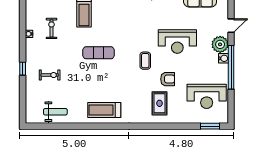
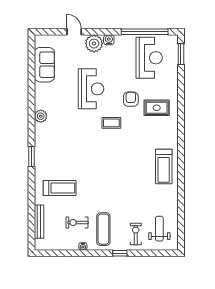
exercise mat: (99, 53) -> (103, 229), moved
window: (231, 67) -> (145, 32), moved
exercise bike: (50, 75) -> (136, 234), moved
weight bench: (55, 112) -> (159, 229), moved

